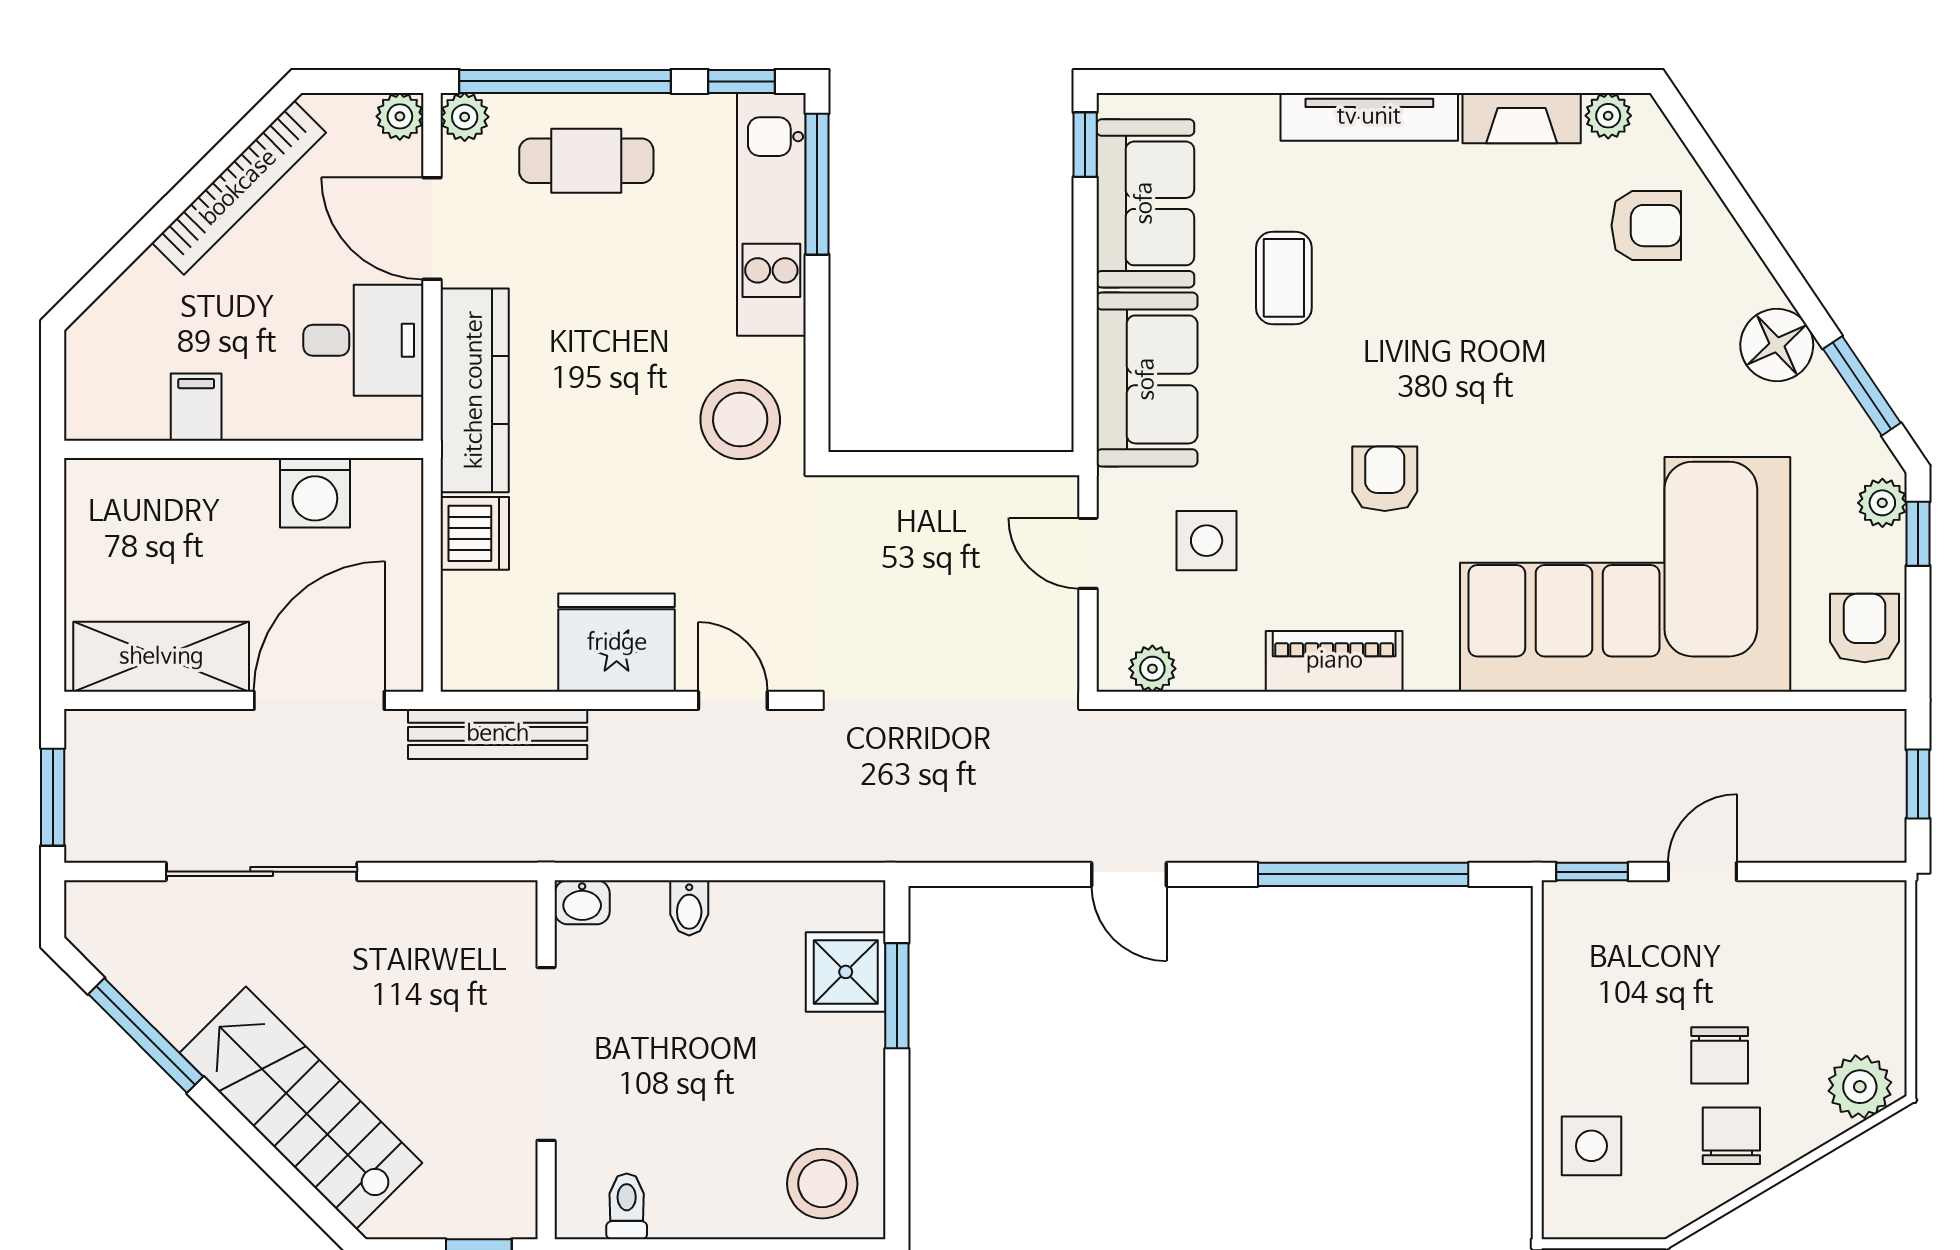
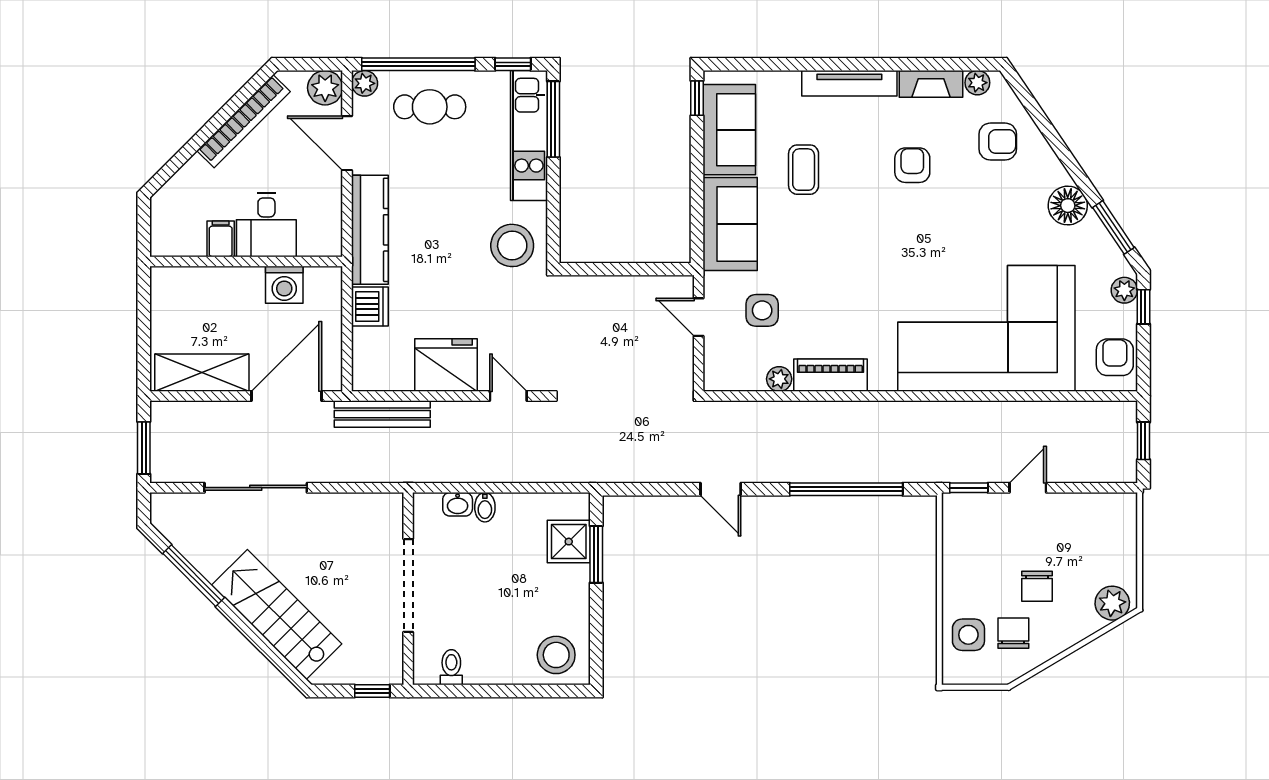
plant: (400, 116) -> (325, 88), width x1.38, depth x1.38
desk: (363, 340) -> (266, 225), moved, turned 90
armchair: (1385, 479) -> (912, 165), moved
plant: (1152, 669) -> (779, 379), moved
washbasin: (582, 902) -> (458, 504), moved
chair: (1731, 1136) -> (1013, 633), moved

